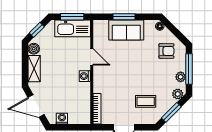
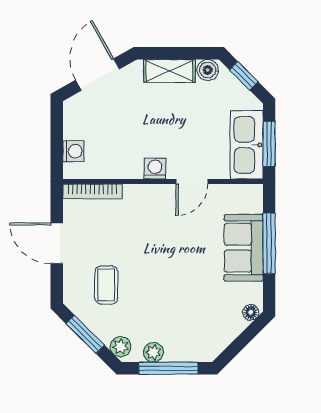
window: (124, 17) -> (269, 243), width x1.44
armchair: (166, 51) -> (203, 325), removed
washing machine: (62, 119) -> (73, 151), moved

